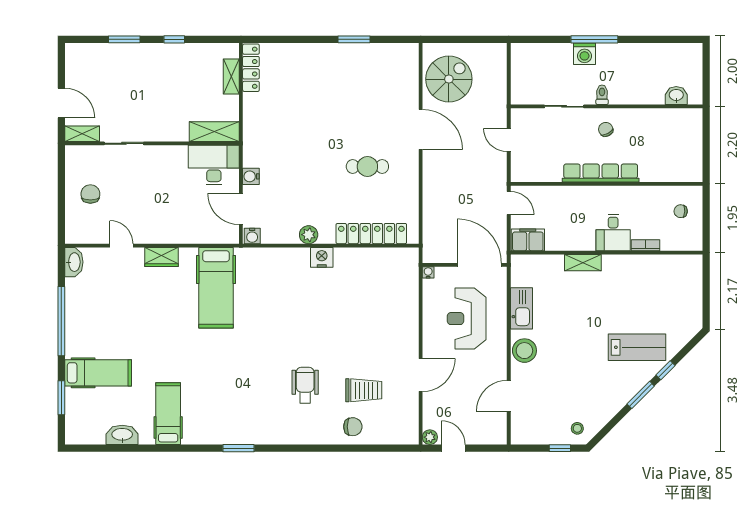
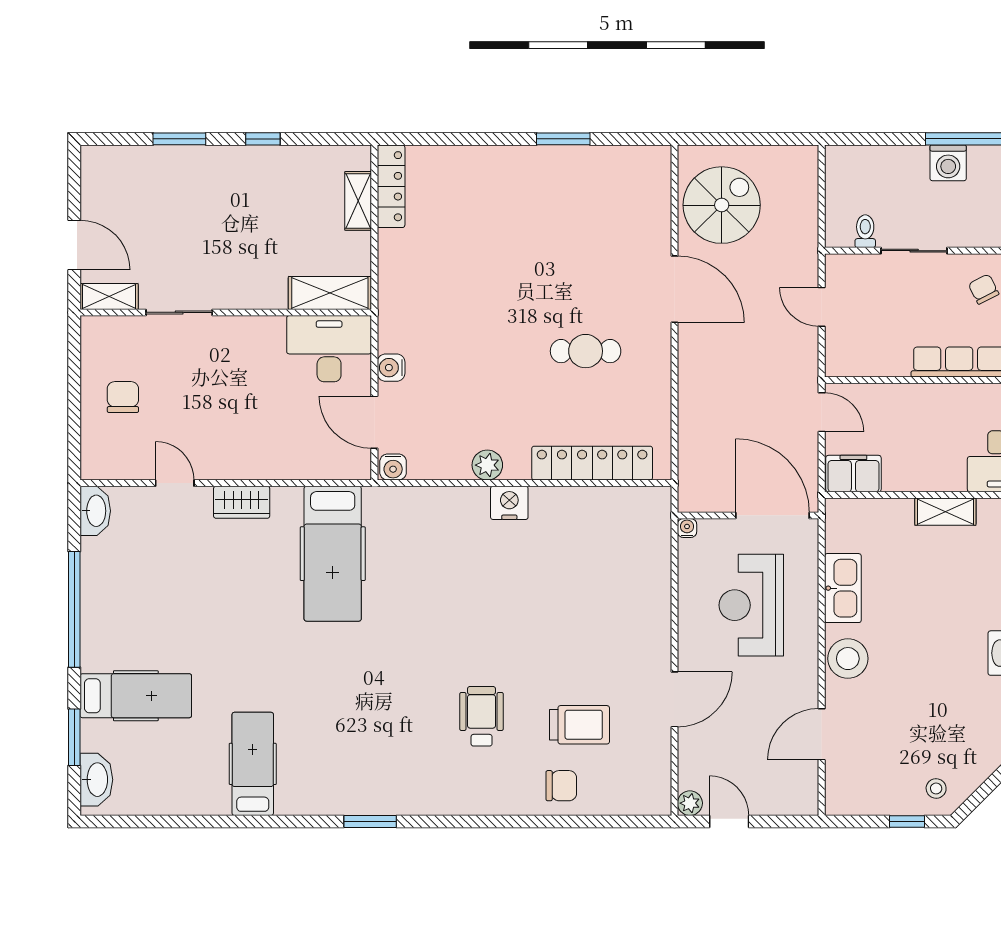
toilet: (602, 95) -> (865, 231), moved
washbasin: (122, 435) -> (96, 780), moved, turned 90

